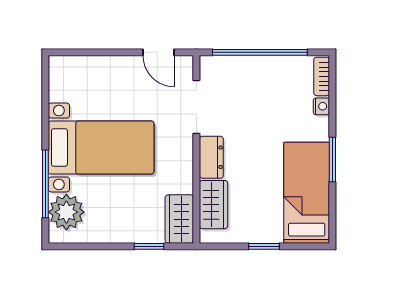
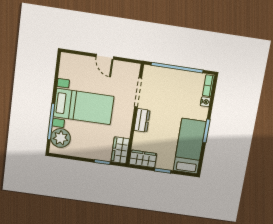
door: (159, 52) -> (105, 57), moved
wardrobe: (214, 205) -> (143, 159), moved, turned -90

